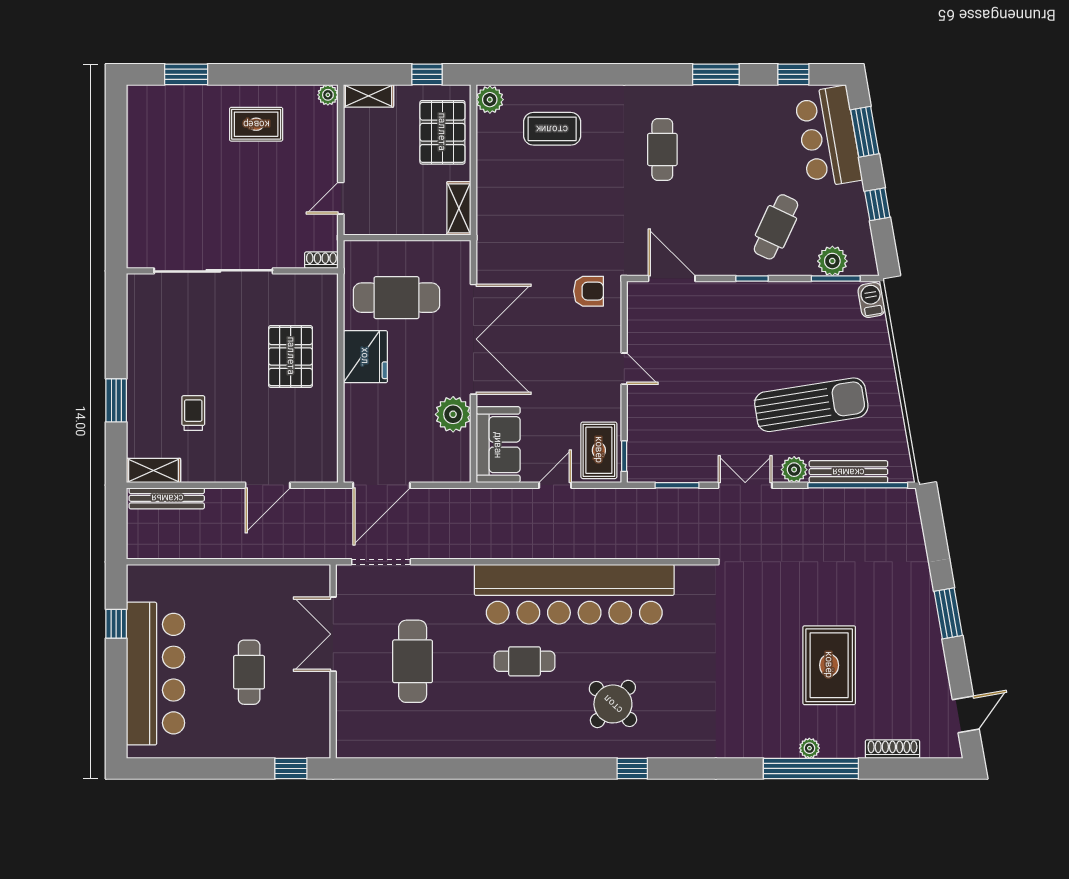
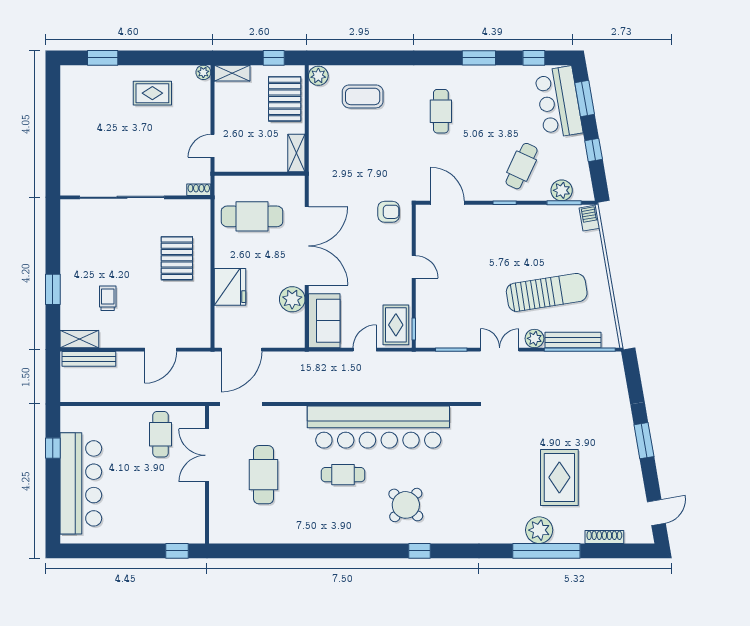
fridge: (365, 357) -> (230, 287), moved
cafe table: (249, 672) -> (160, 434), moved
plant: (809, 748) -> (539, 530), width x1.87, depth x1.87

